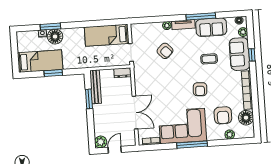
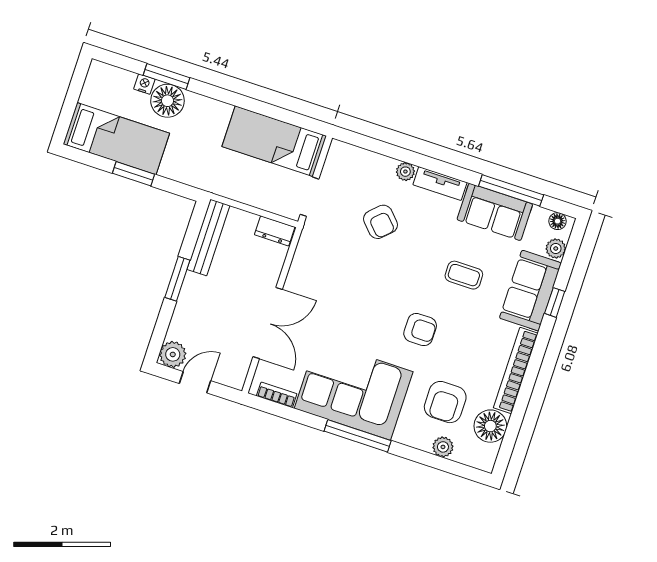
window: (201, 16) -> (511, 190), moved
armchair: (200, 89) -> (420, 330), turned -93
window: (89, 99) -> (177, 279), moved

